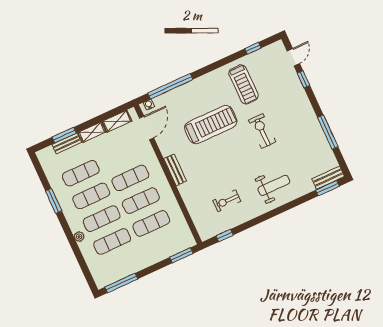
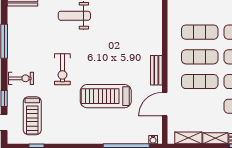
treadmill: (244, 84) -> (32, 116), moved, turned 180
door: (147, 128) -> (165, 104), moved
exercise bike: (227, 201) -> (21, 78), moved

